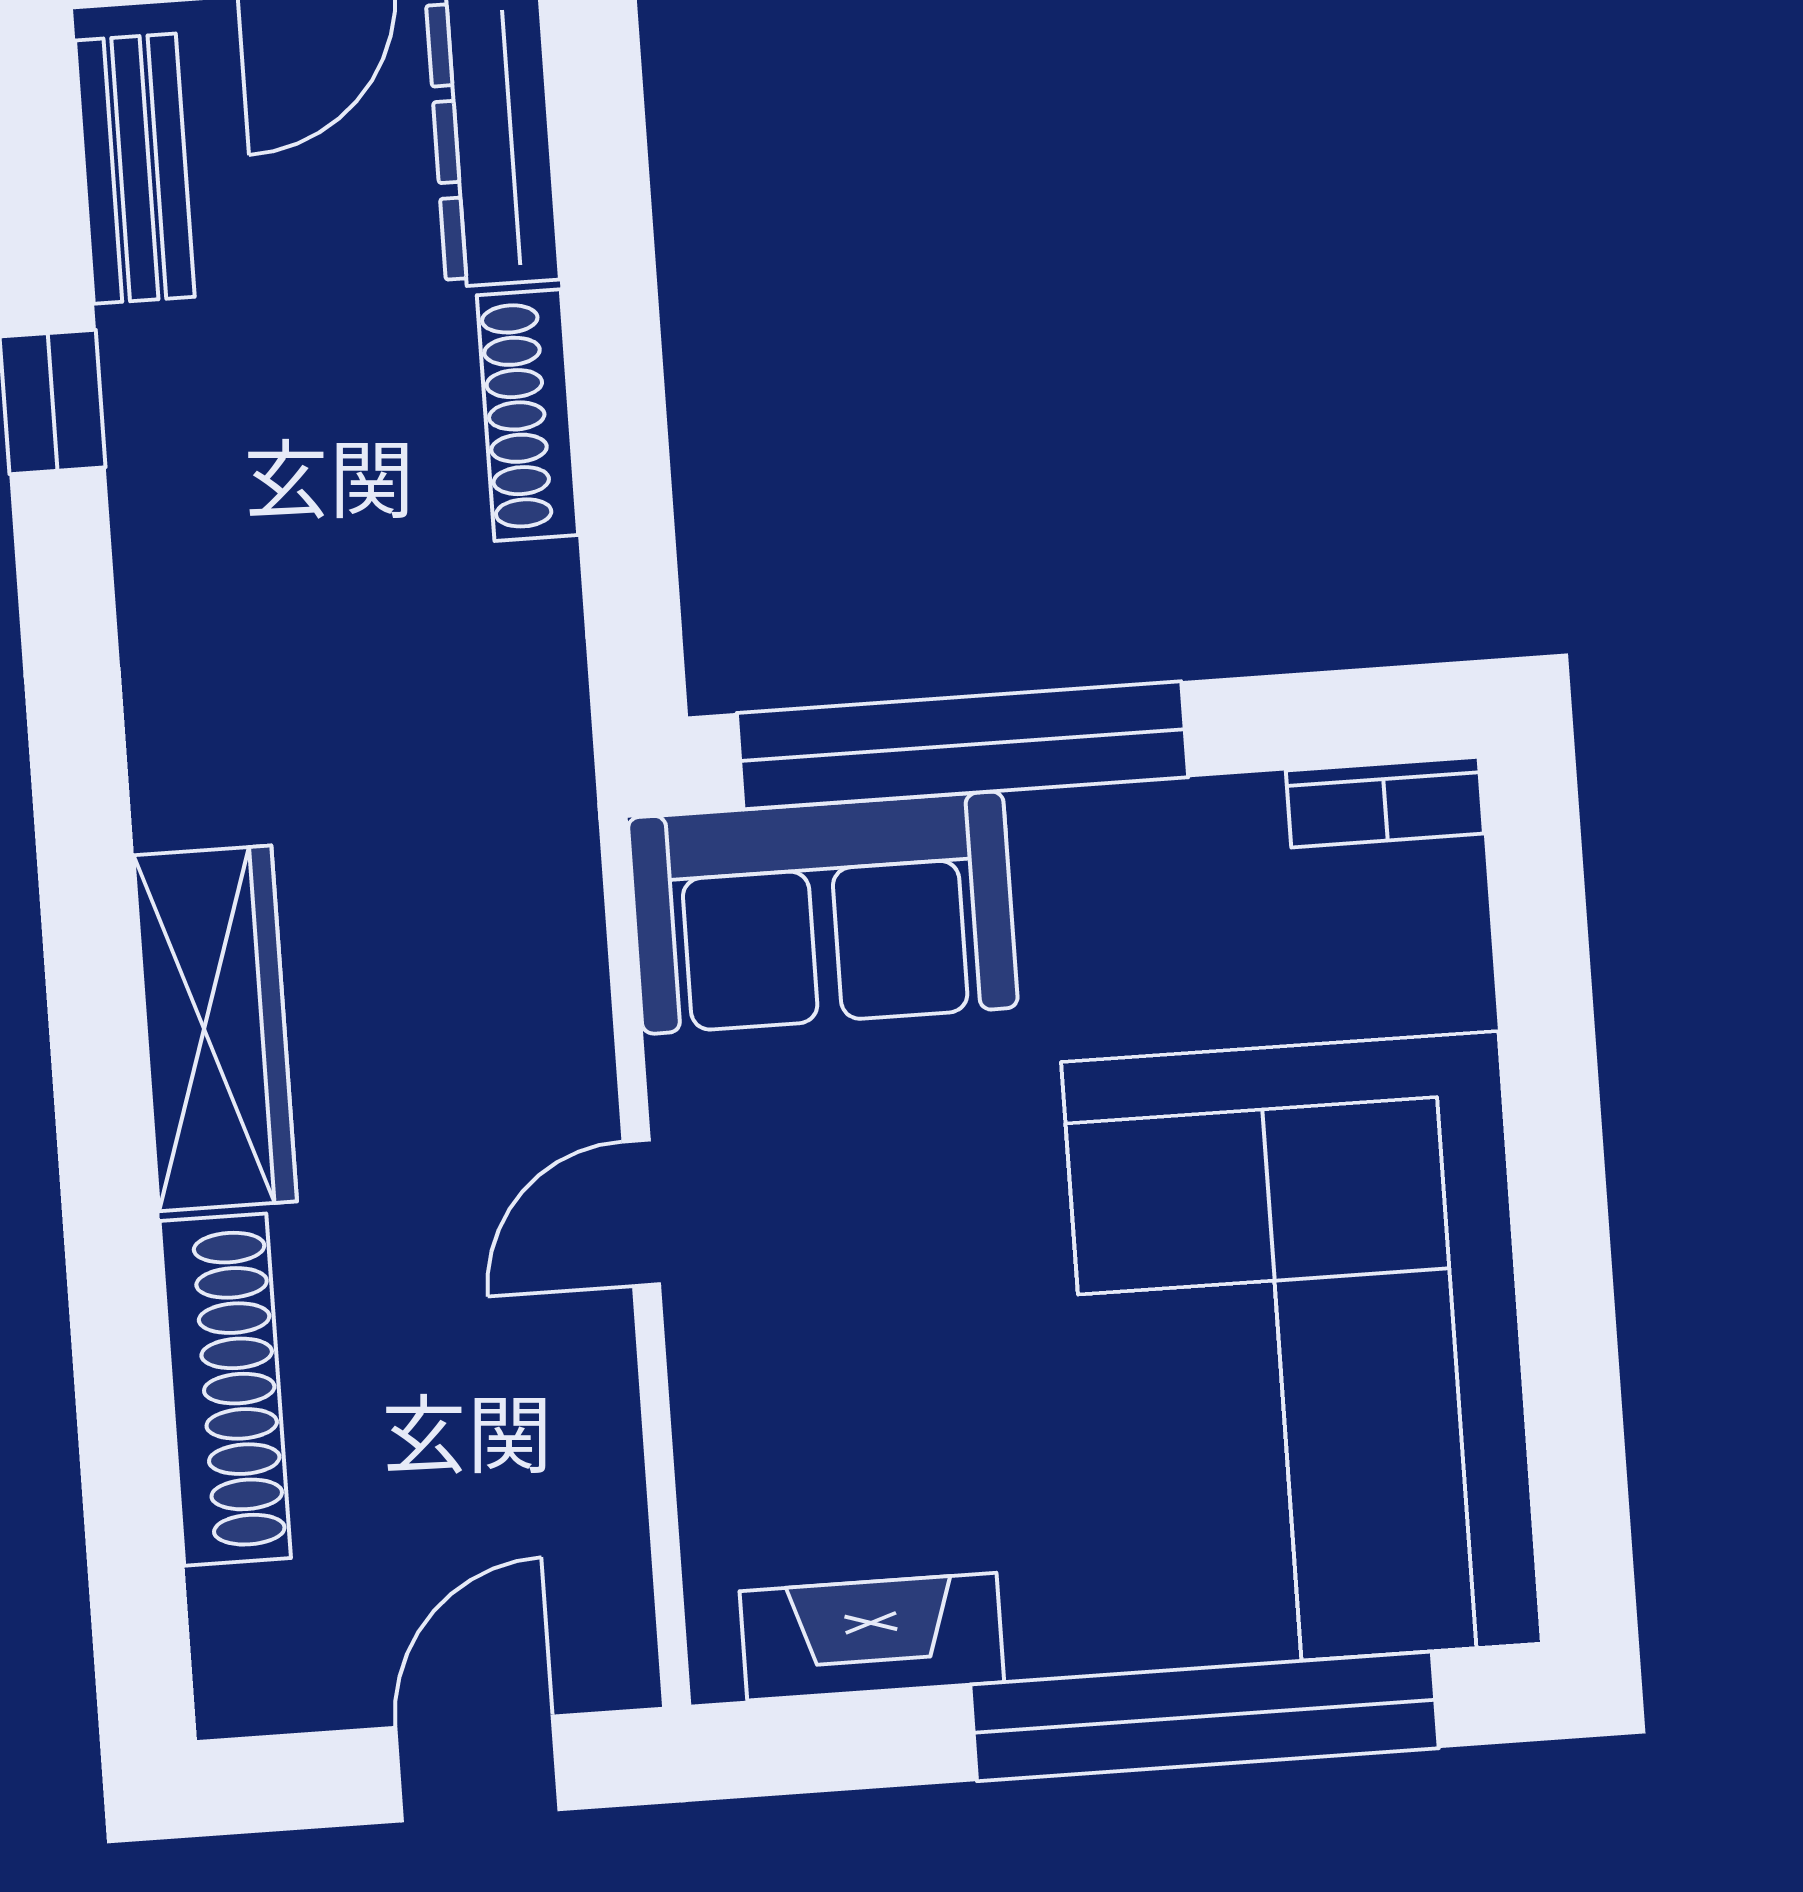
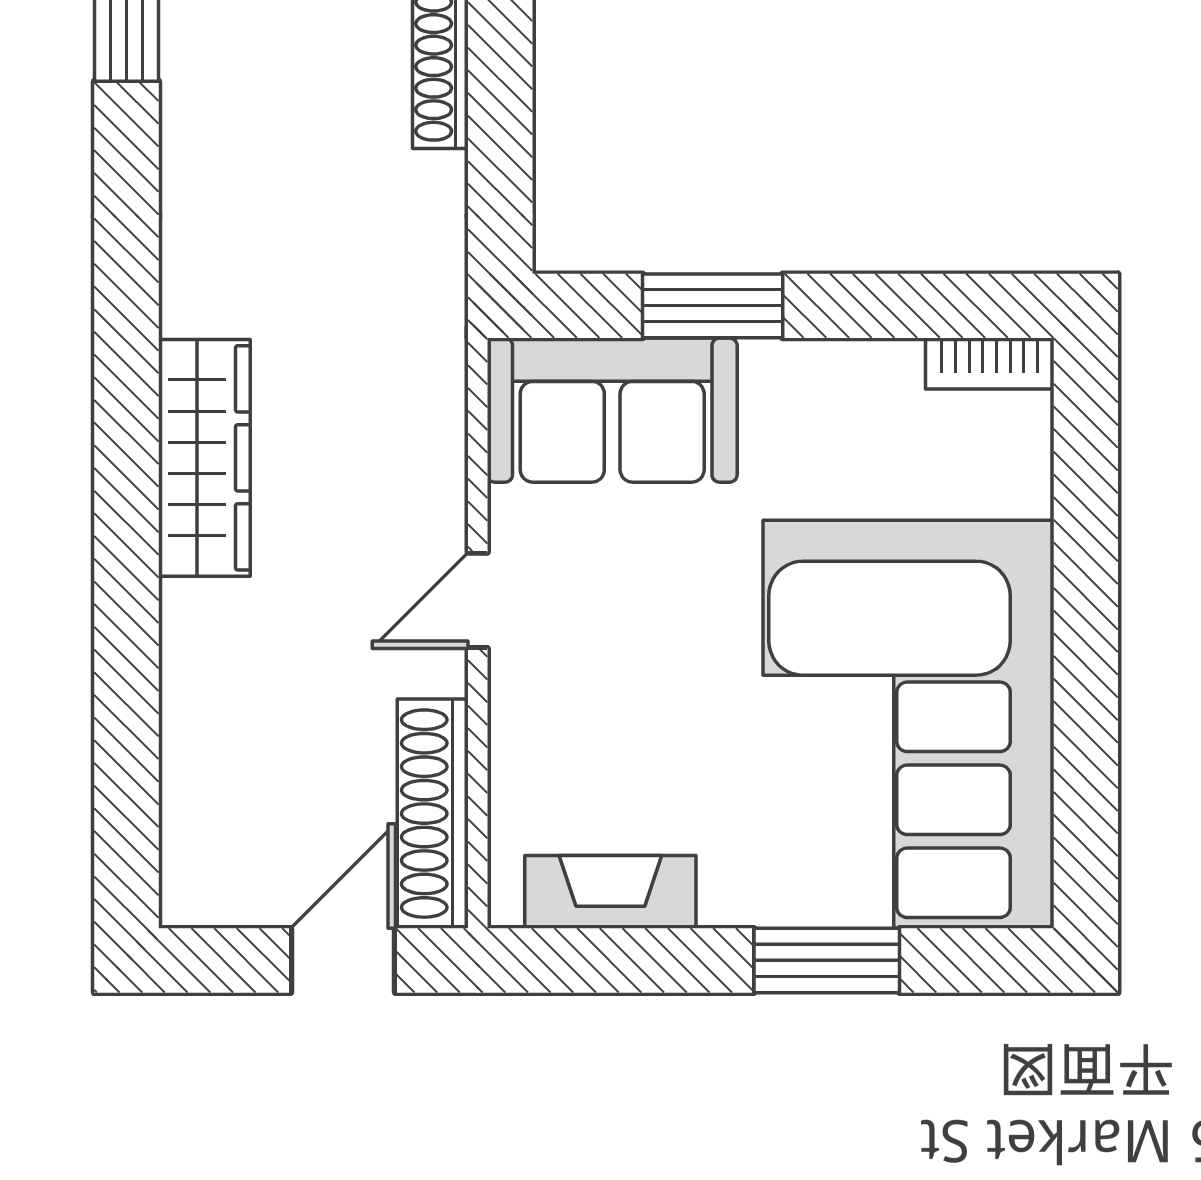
window: (962, 745) -> (713, 306), width x0.47
shoe rack: (225, 1390) -> (433, 814), moved, turned 180
window: (1204, 1716) -> (827, 960), width x0.47

